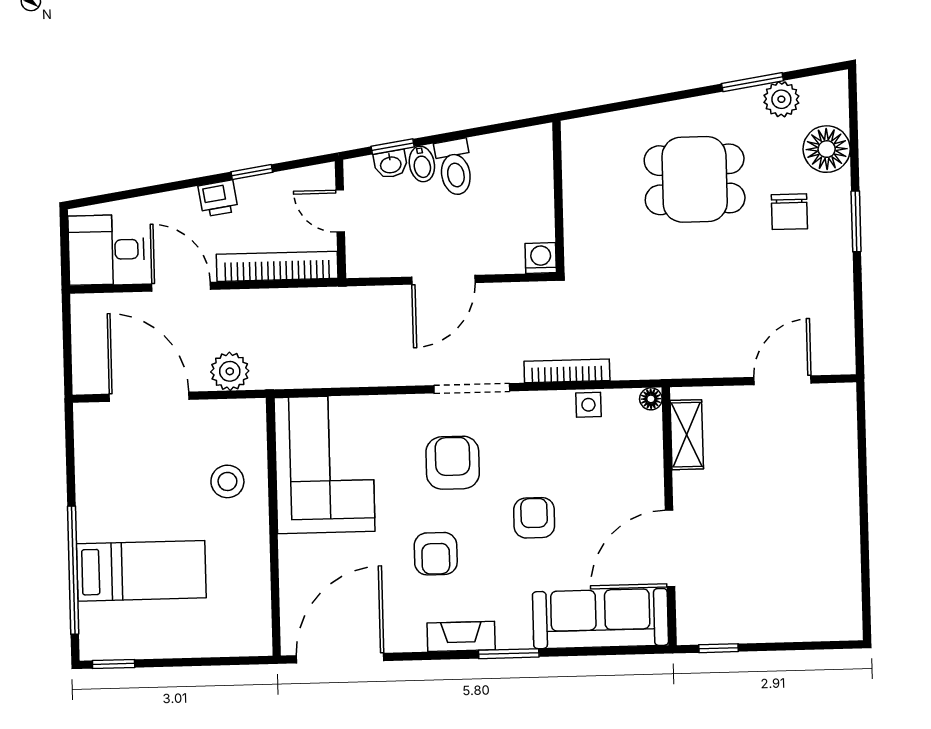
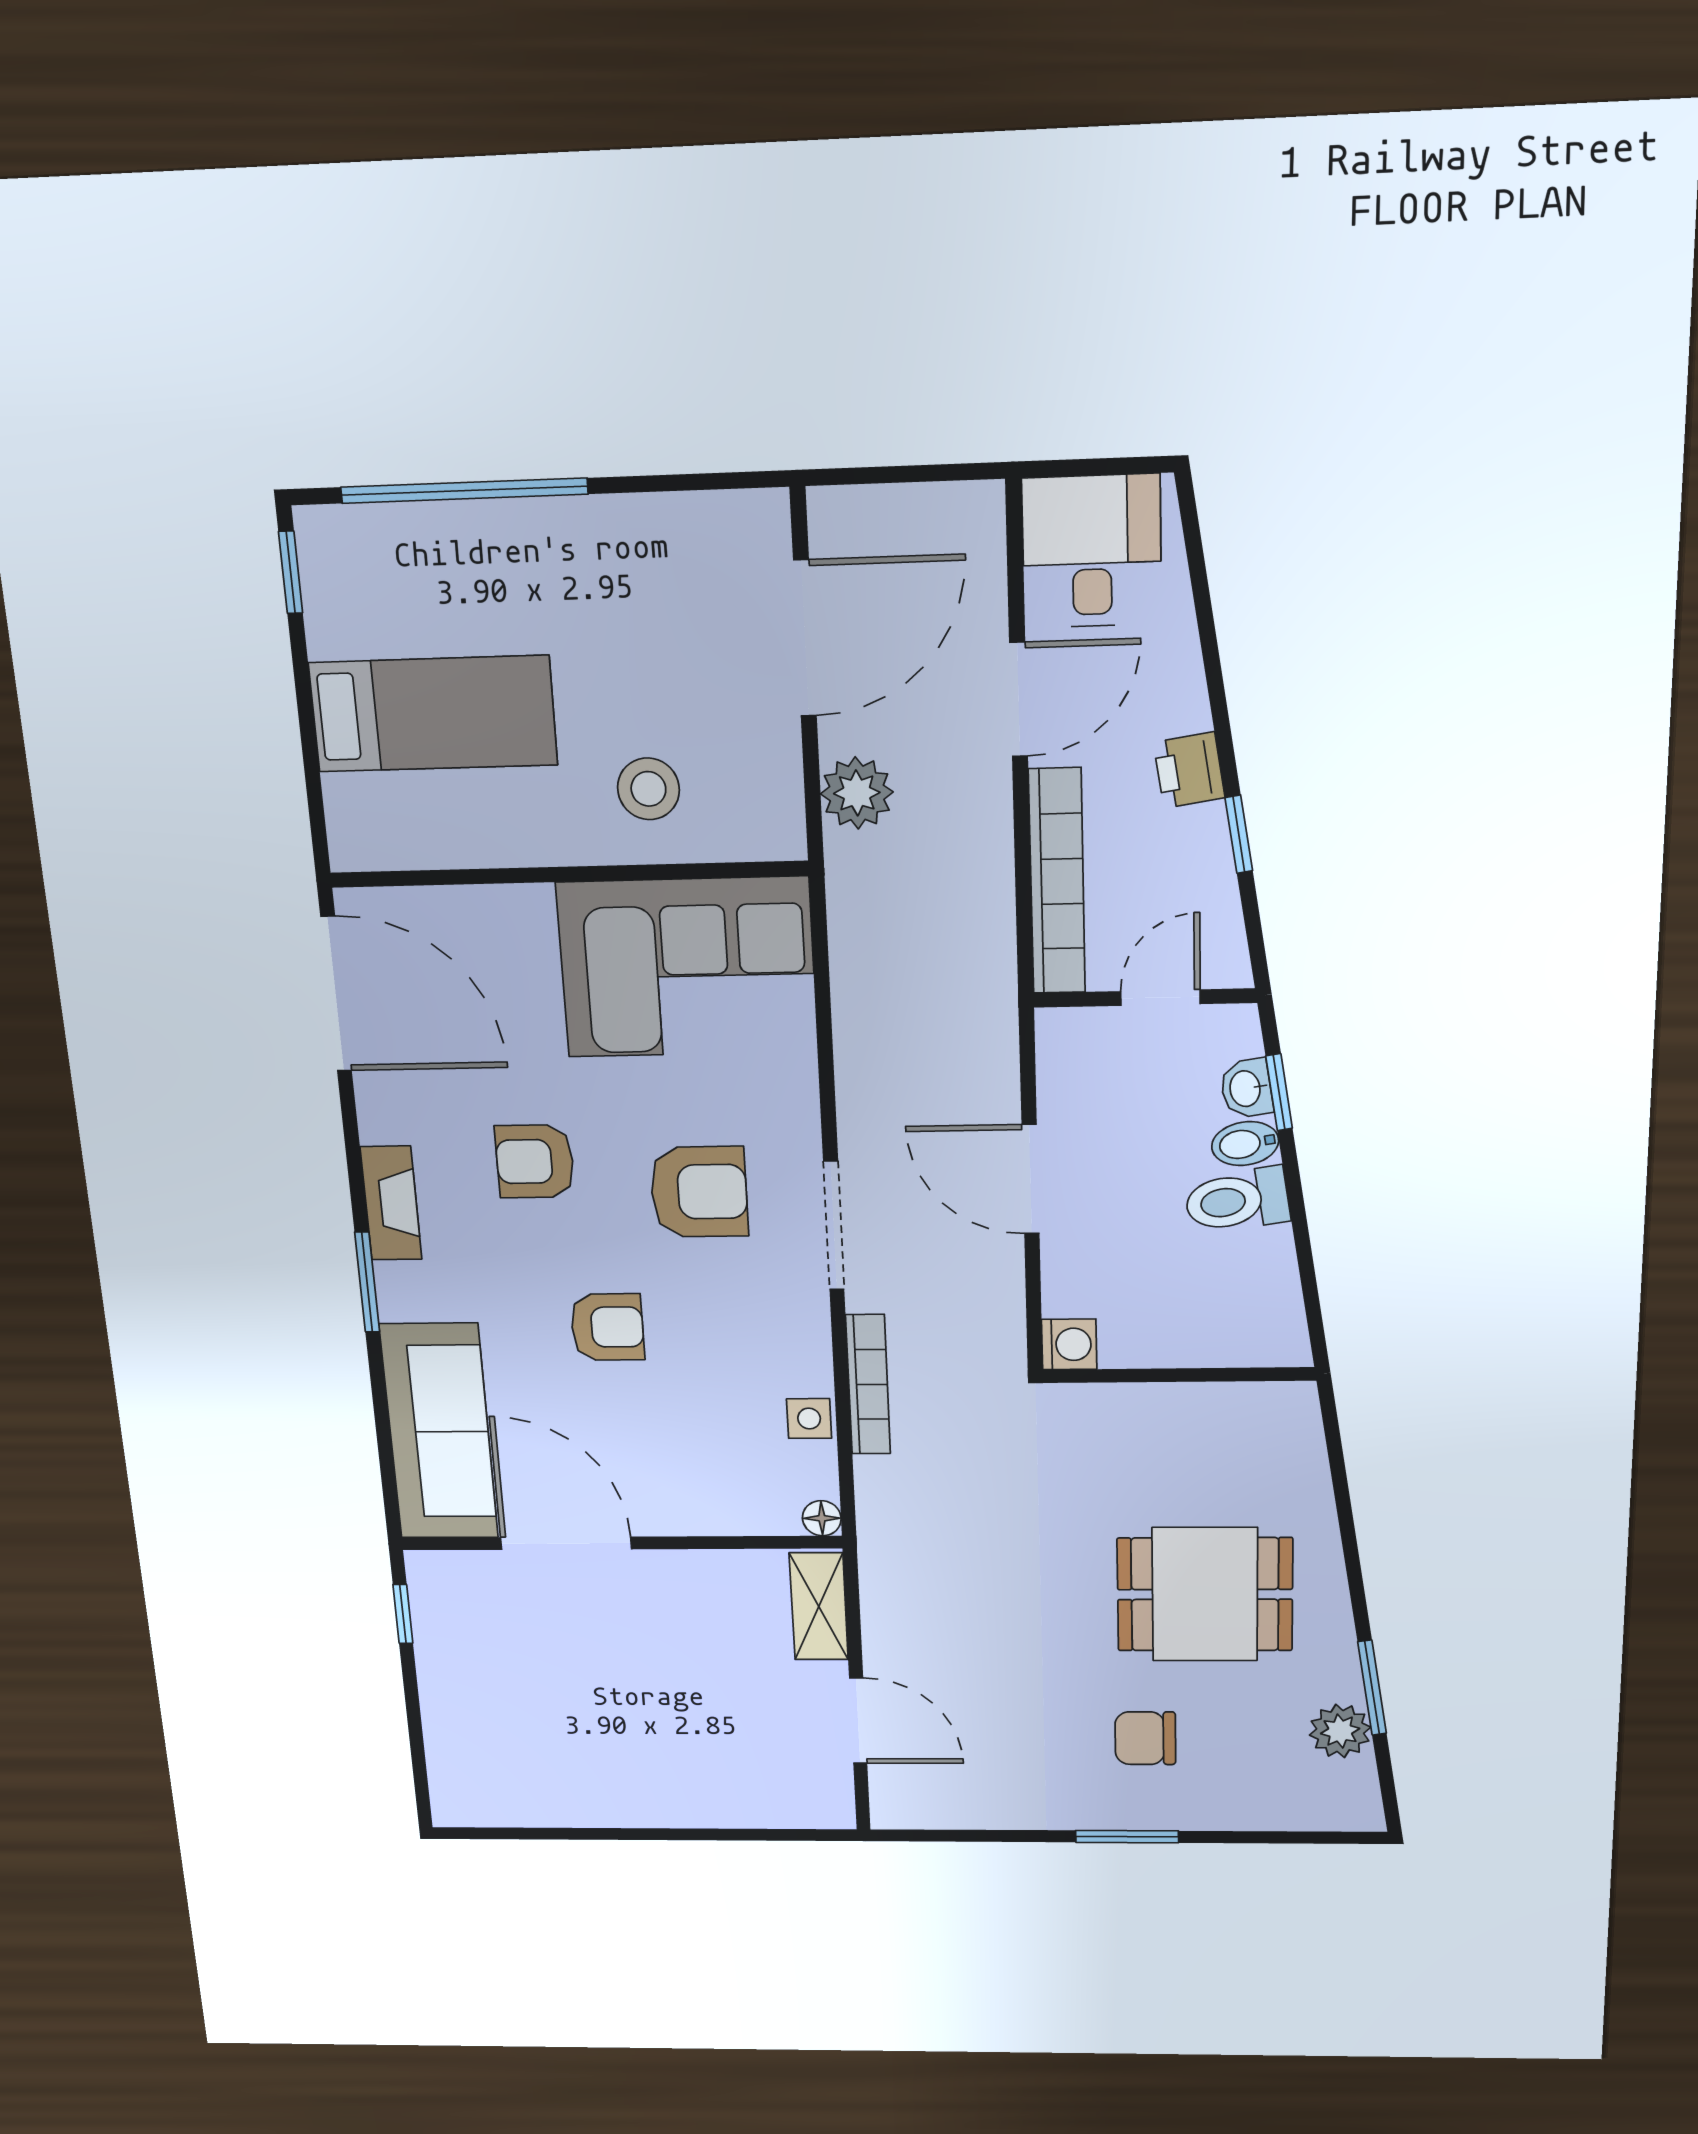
floor lamp: (827, 149) -> (1251, 1797), removed
dining table: (695, 179) -> (1205, 1594), turned 90
shelving: (687, 435) -> (819, 1606), moved, turned 90
bed: (141, 571) -> (433, 714), moved, turned -90

